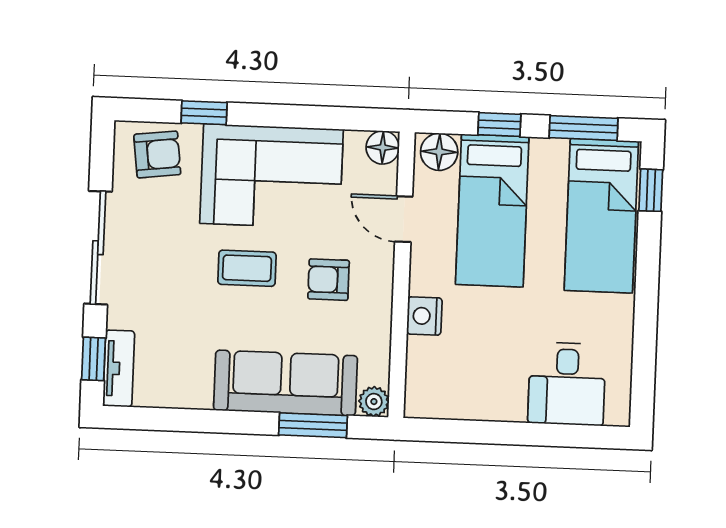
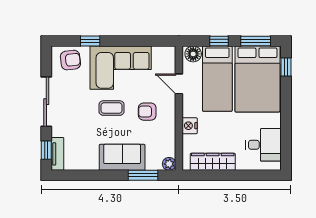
floor lamp: (383, 147) -> (168, 53), removed
bed: (601, 216) -> (257, 79), width x1.50
sofa: (285, 383) -> (122, 157), width x0.73
desk: (567, 384) -> (263, 145), moved, turned -90
wardrobe: (474, 401) -> (213, 162), added

